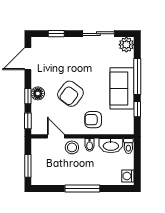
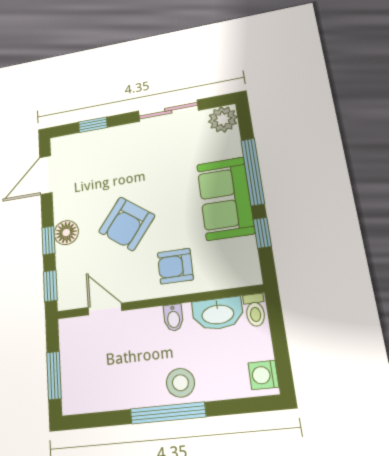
stool: (72, 147) -> (180, 383), moved

